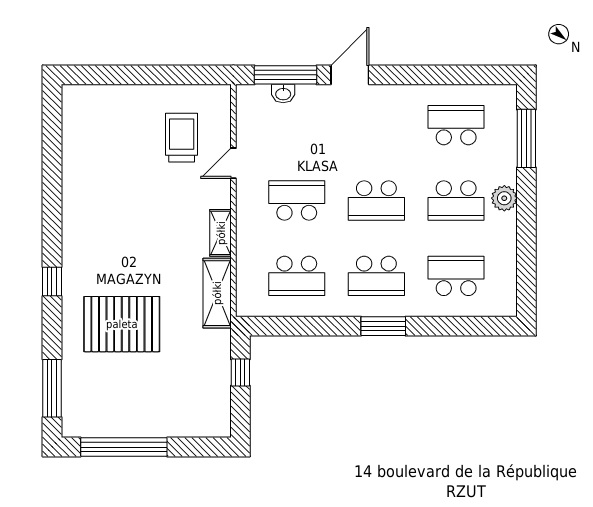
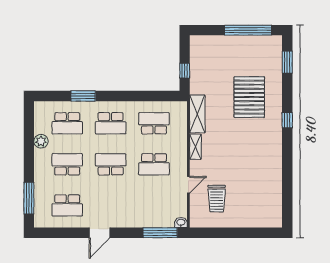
door: (350, 75) -> (100, 233), moved
washbasin: (283, 94) -> (181, 223), moved
plant: (504, 198) -> (41, 141), moved
school desk: (376, 276) -> (111, 123), turned 180
pallet: (122, 324) -> (249, 97), turned 90
window: (383, 326) -> (83, 96), moved
window: (52, 388) -> (287, 62), width x0.69

